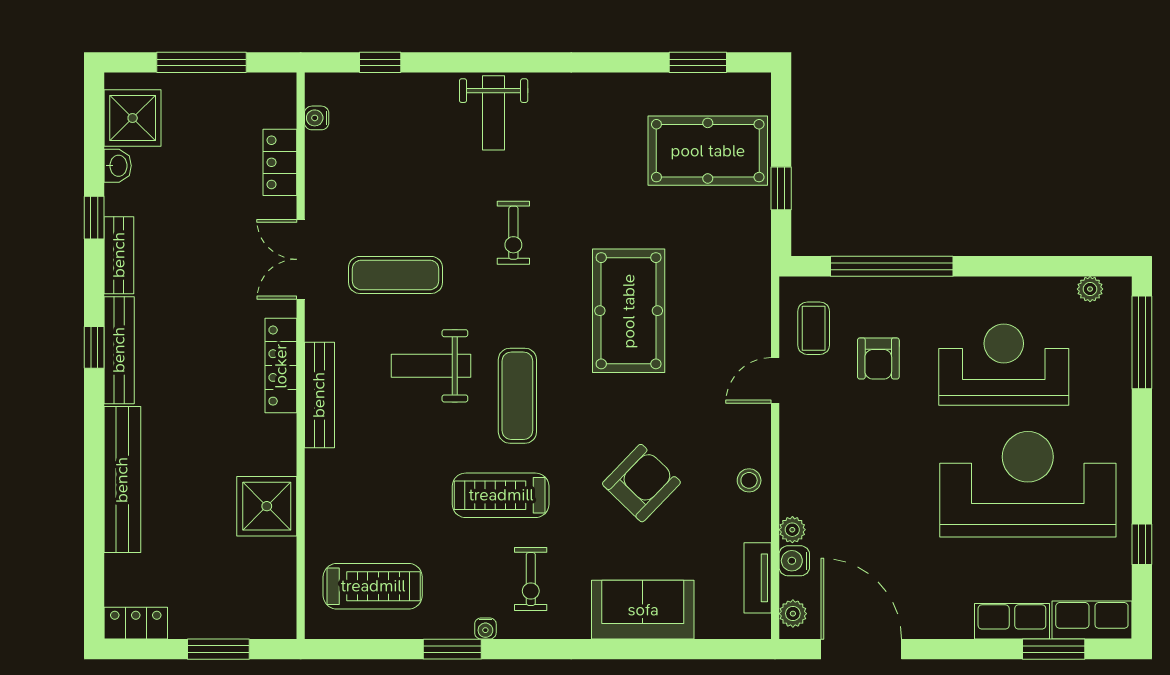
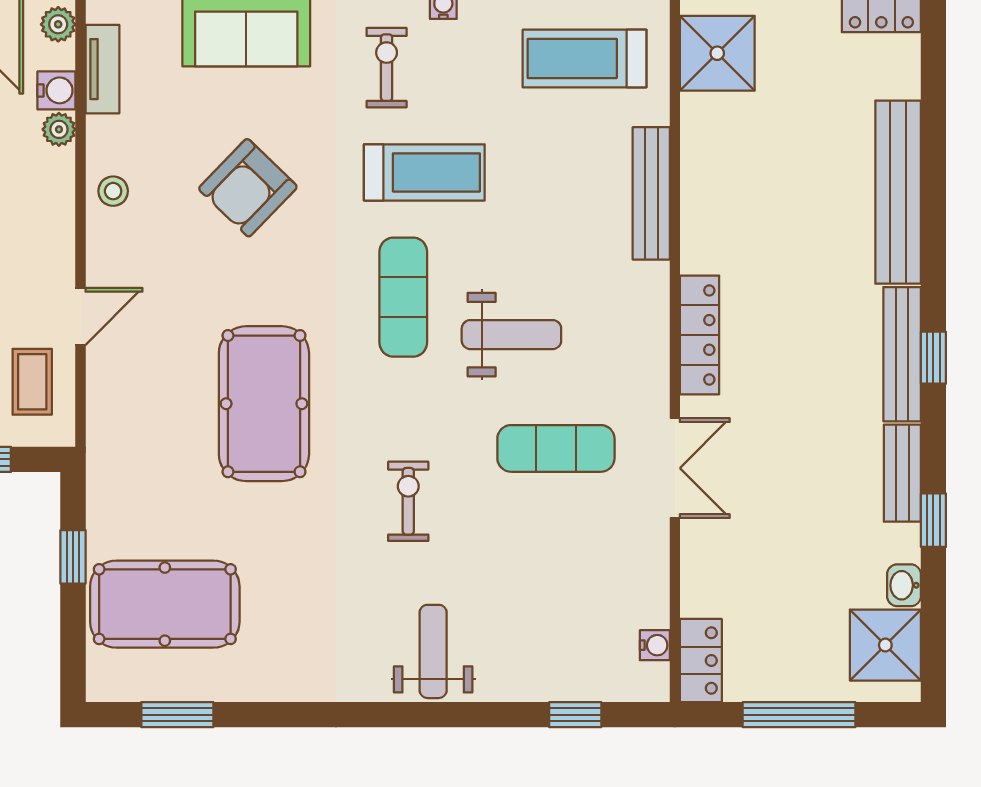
locker: (280, 162) -> (701, 661), moved
bench: (319, 395) -> (651, 193), moved
shower: (267, 506) -> (717, 53), moved

